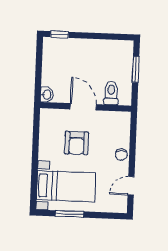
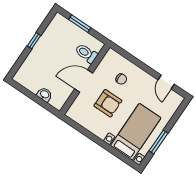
window: (60, 34) -> (34, 41), moved
washbasin: (47, 95) -> (44, 95), moved
chair: (121, 155) -> (121, 79), moved

